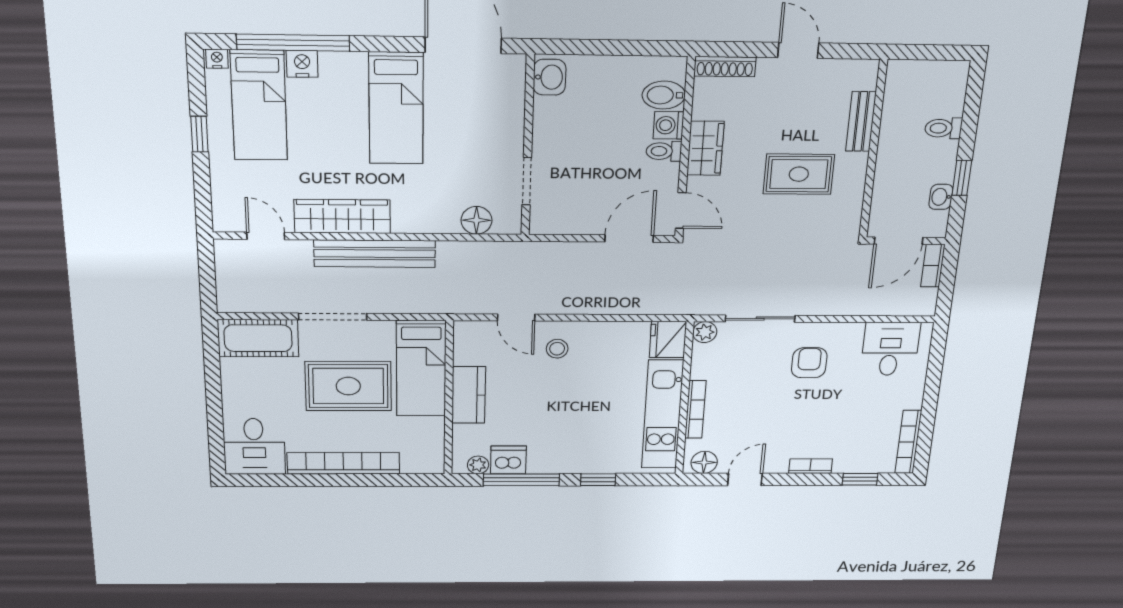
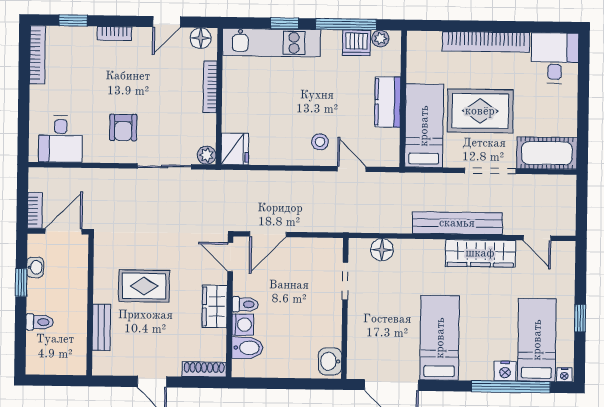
kitchen unit: (663, 414) -> (272, 43), moved, turned 90

